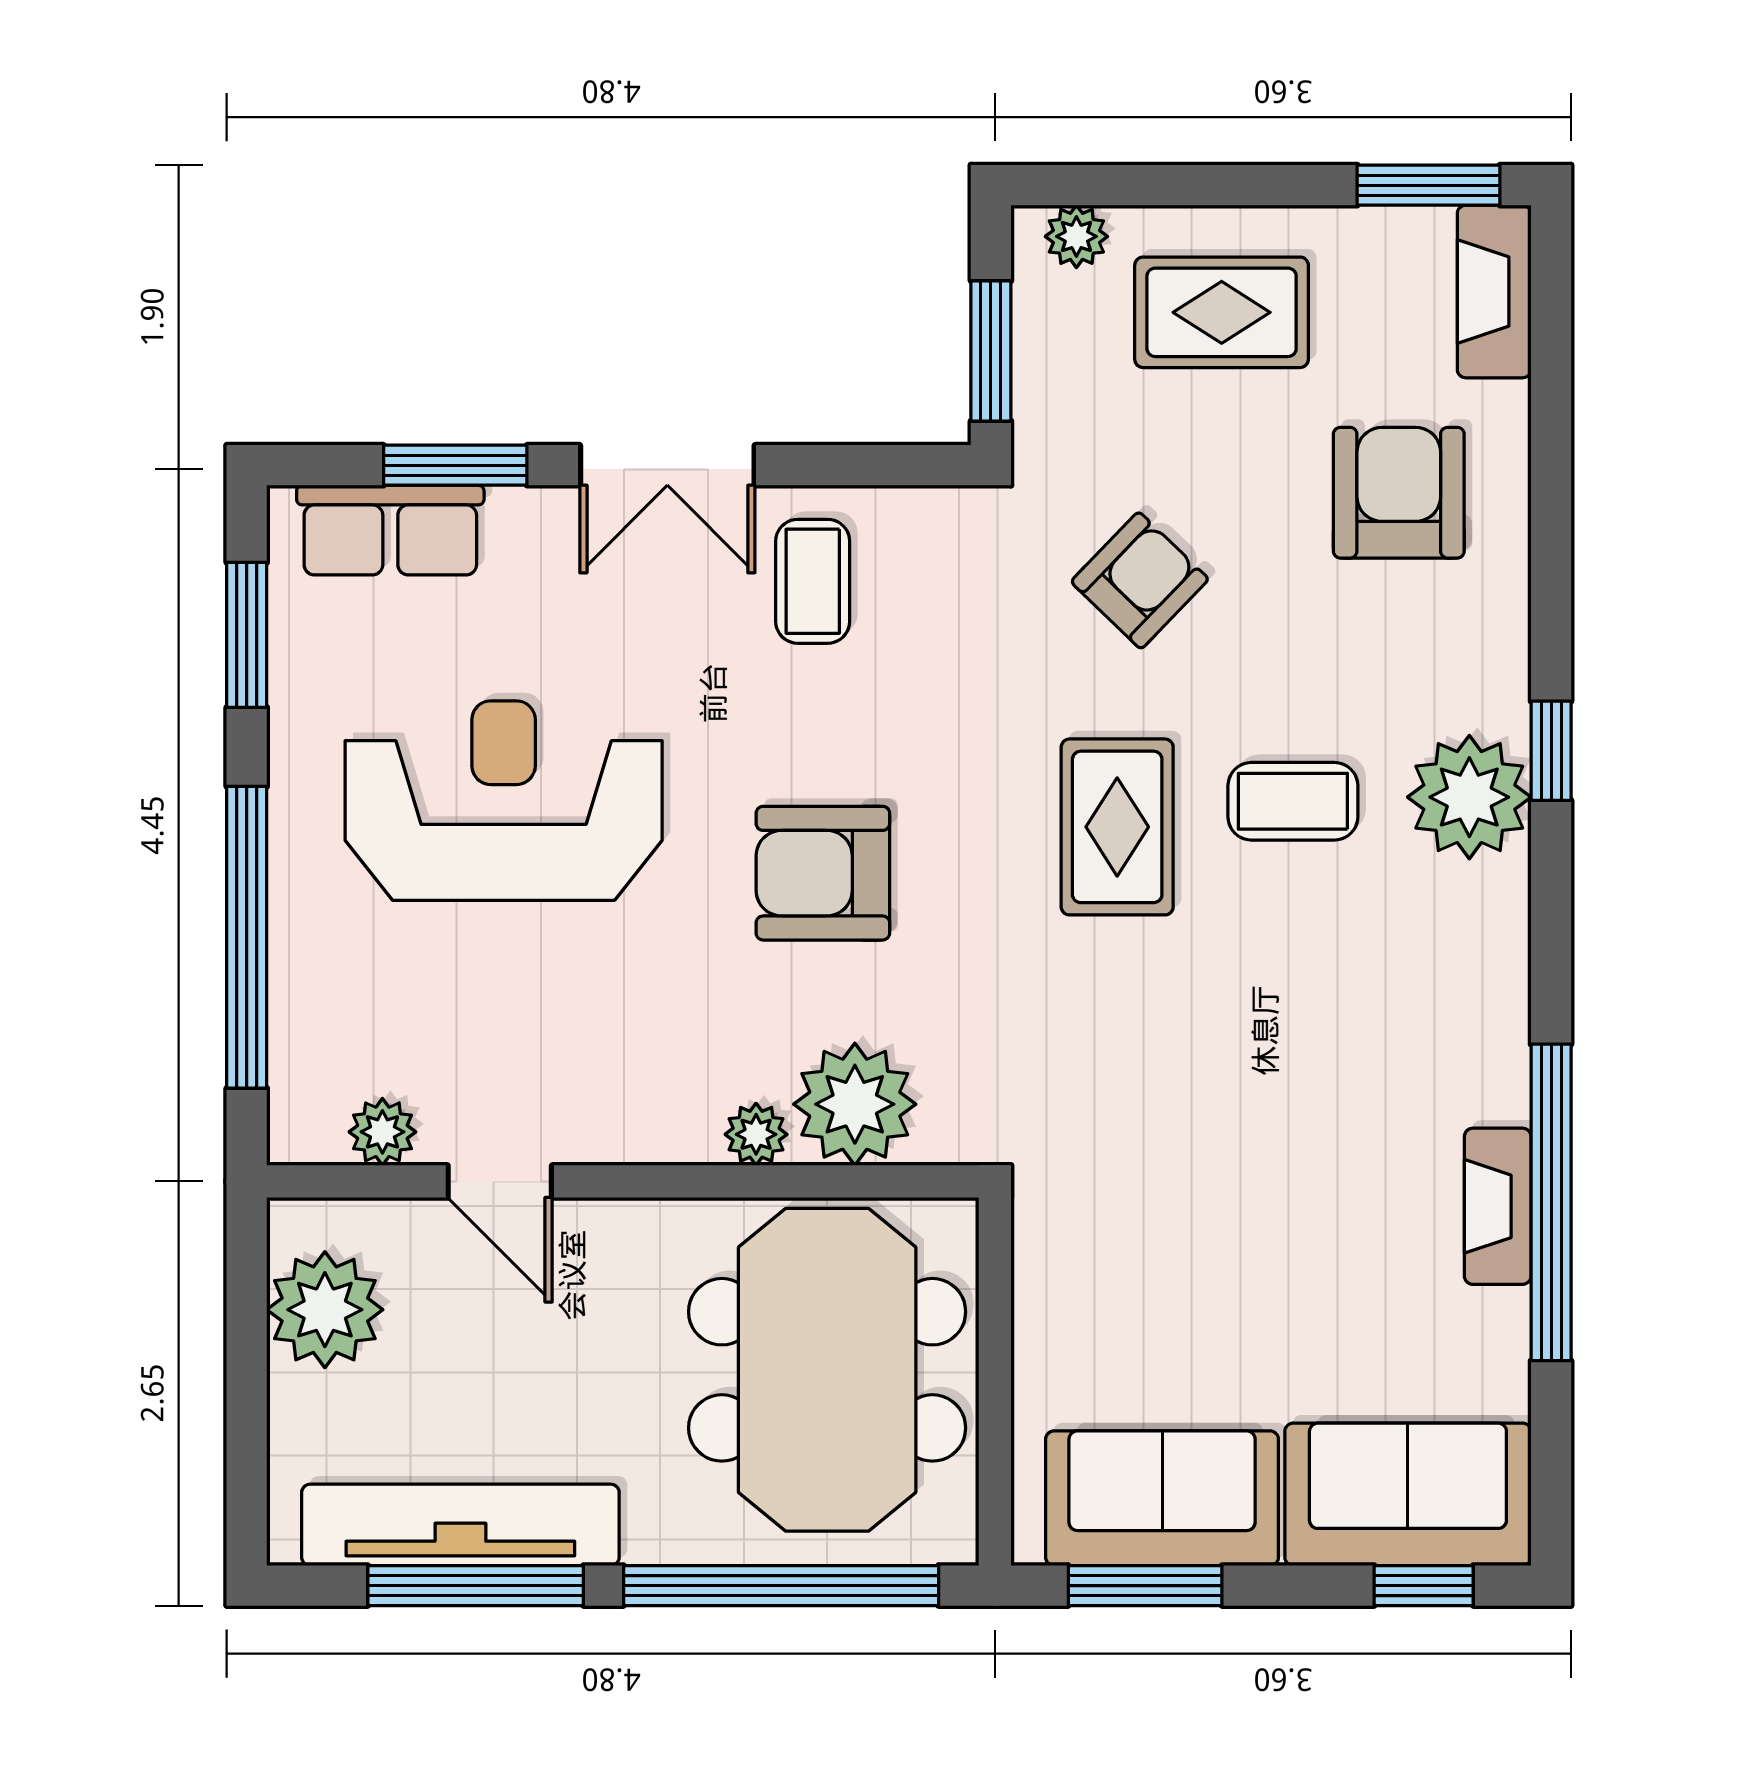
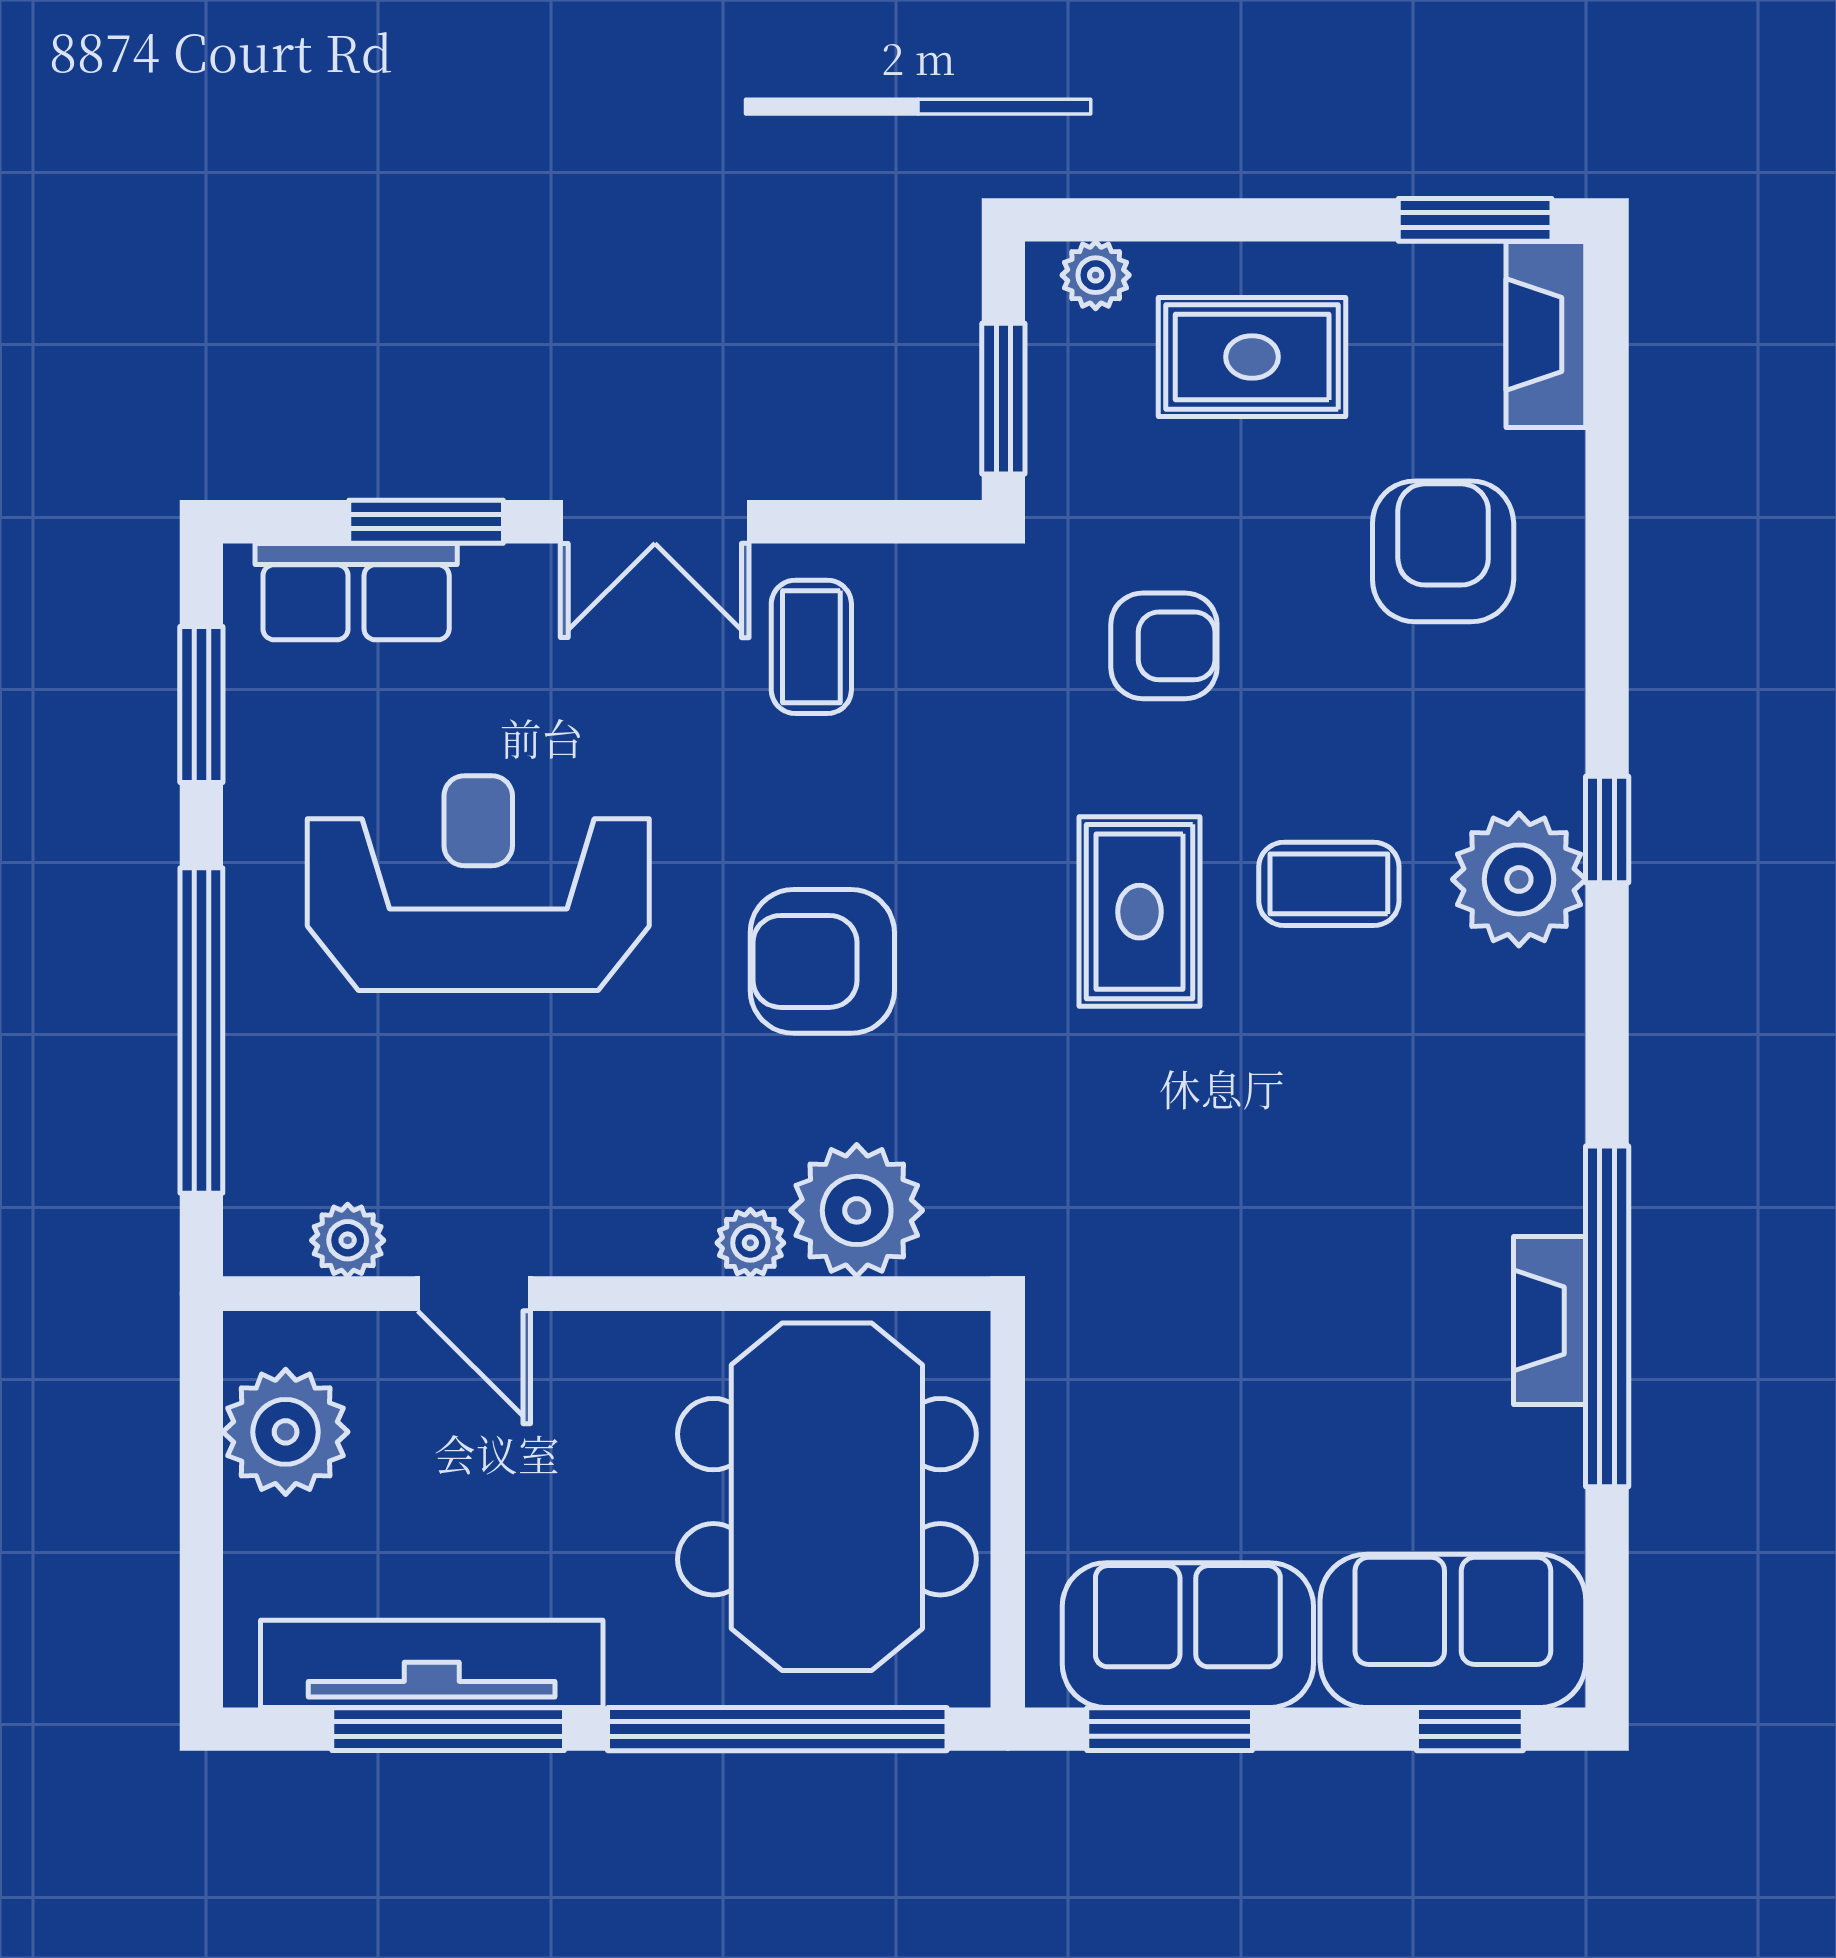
armchair: (1140, 580) -> (1164, 646), turned 46

